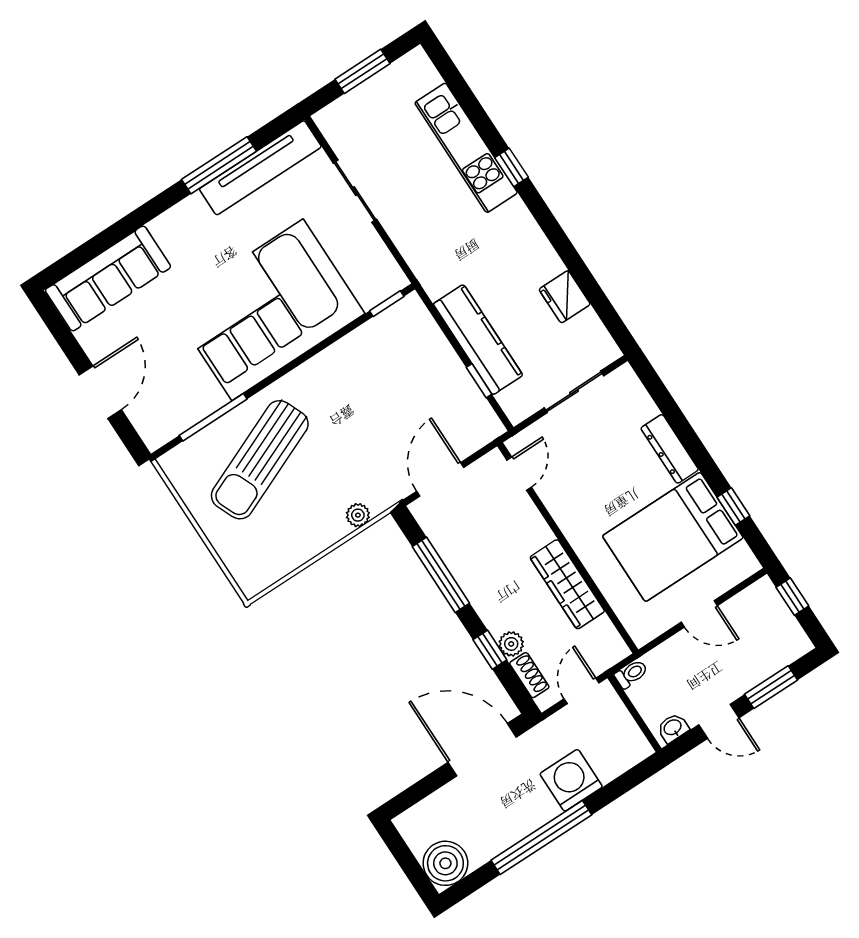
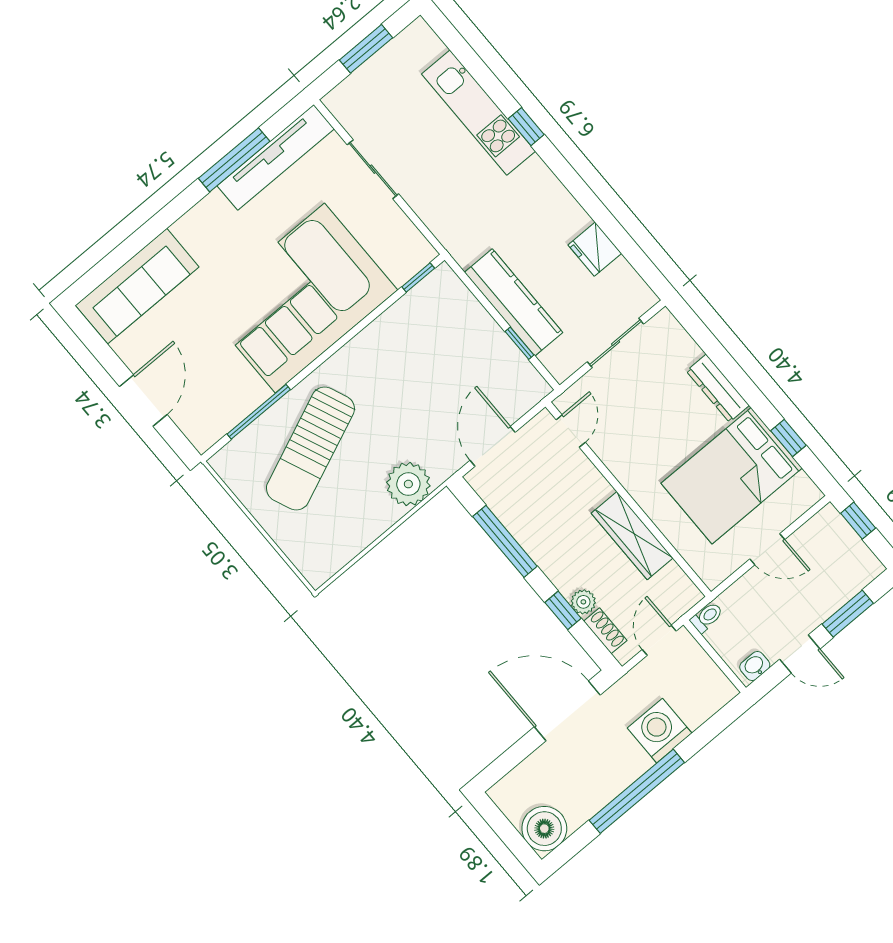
plant: (358, 515) -> (408, 484), width x1.88, depth x1.88

